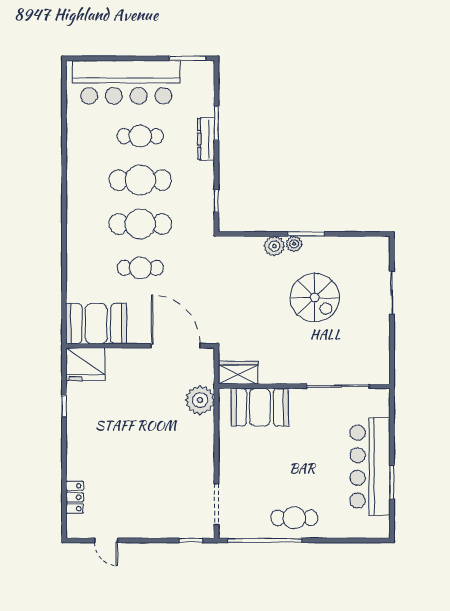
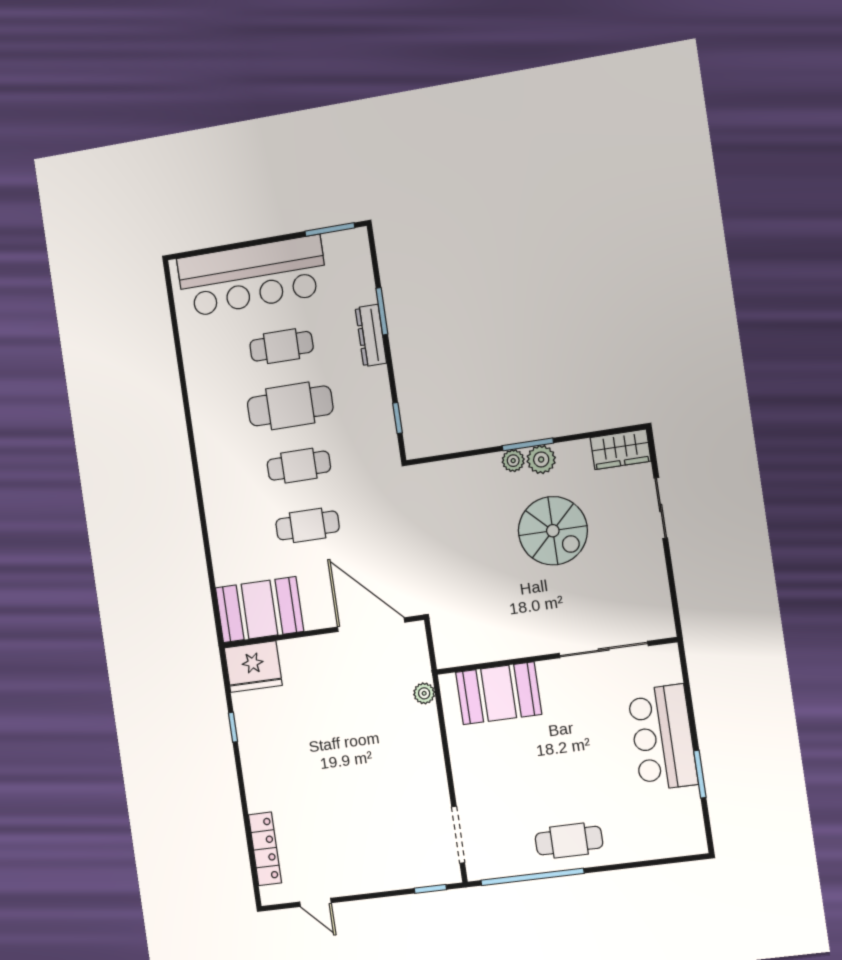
cafe table: (140, 224) -> (299, 466), width x0.73, depth x0.74
plant: (274, 246) -> (541, 459), moved
wardrobe: (238, 373) -> (621, 449), moved, turned 180
plant: (200, 400) -> (424, 693), width x0.53, depth x0.53
bar counter: (370, 467) -> (663, 738), width x0.73
locker: (75, 497) -> (265, 849), width x1.53

